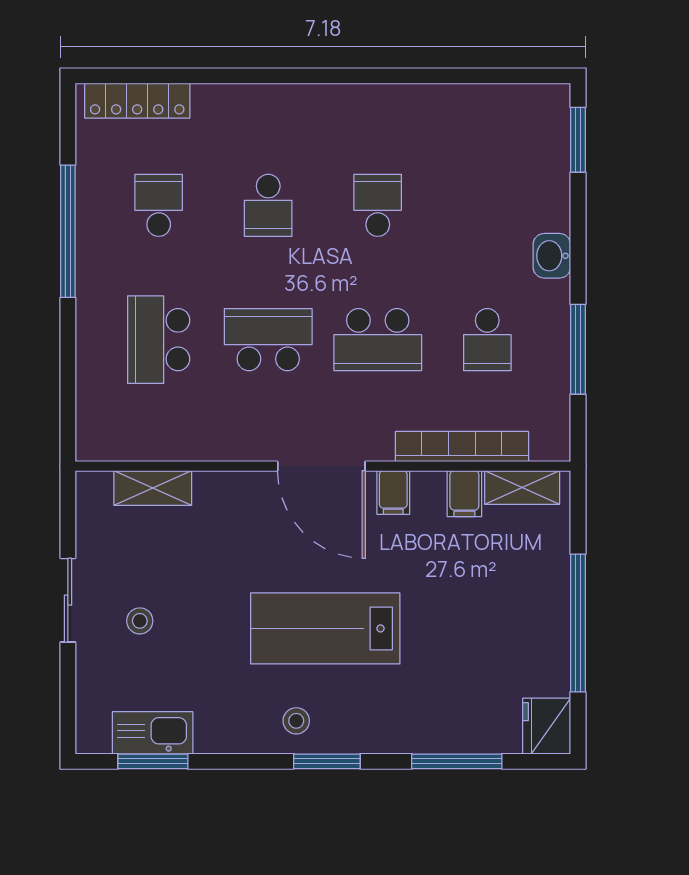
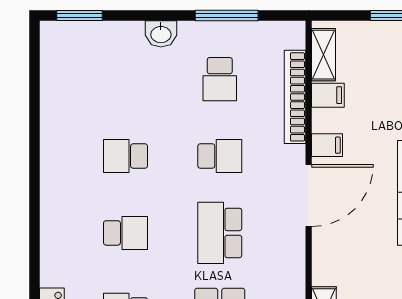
school desk: (378, 340) -> (220, 156), width x0.54
school desk: (487, 340) -> (220, 79), turned 90

